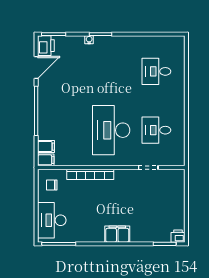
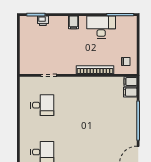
desk: (111, 130) -> (78, 105), removed
desk: (52, 220) -> (101, 27), moved, turned -90
filing cabinet: (117, 234) -> (74, 22), width x0.50
printer: (178, 236) -> (43, 21), moved

